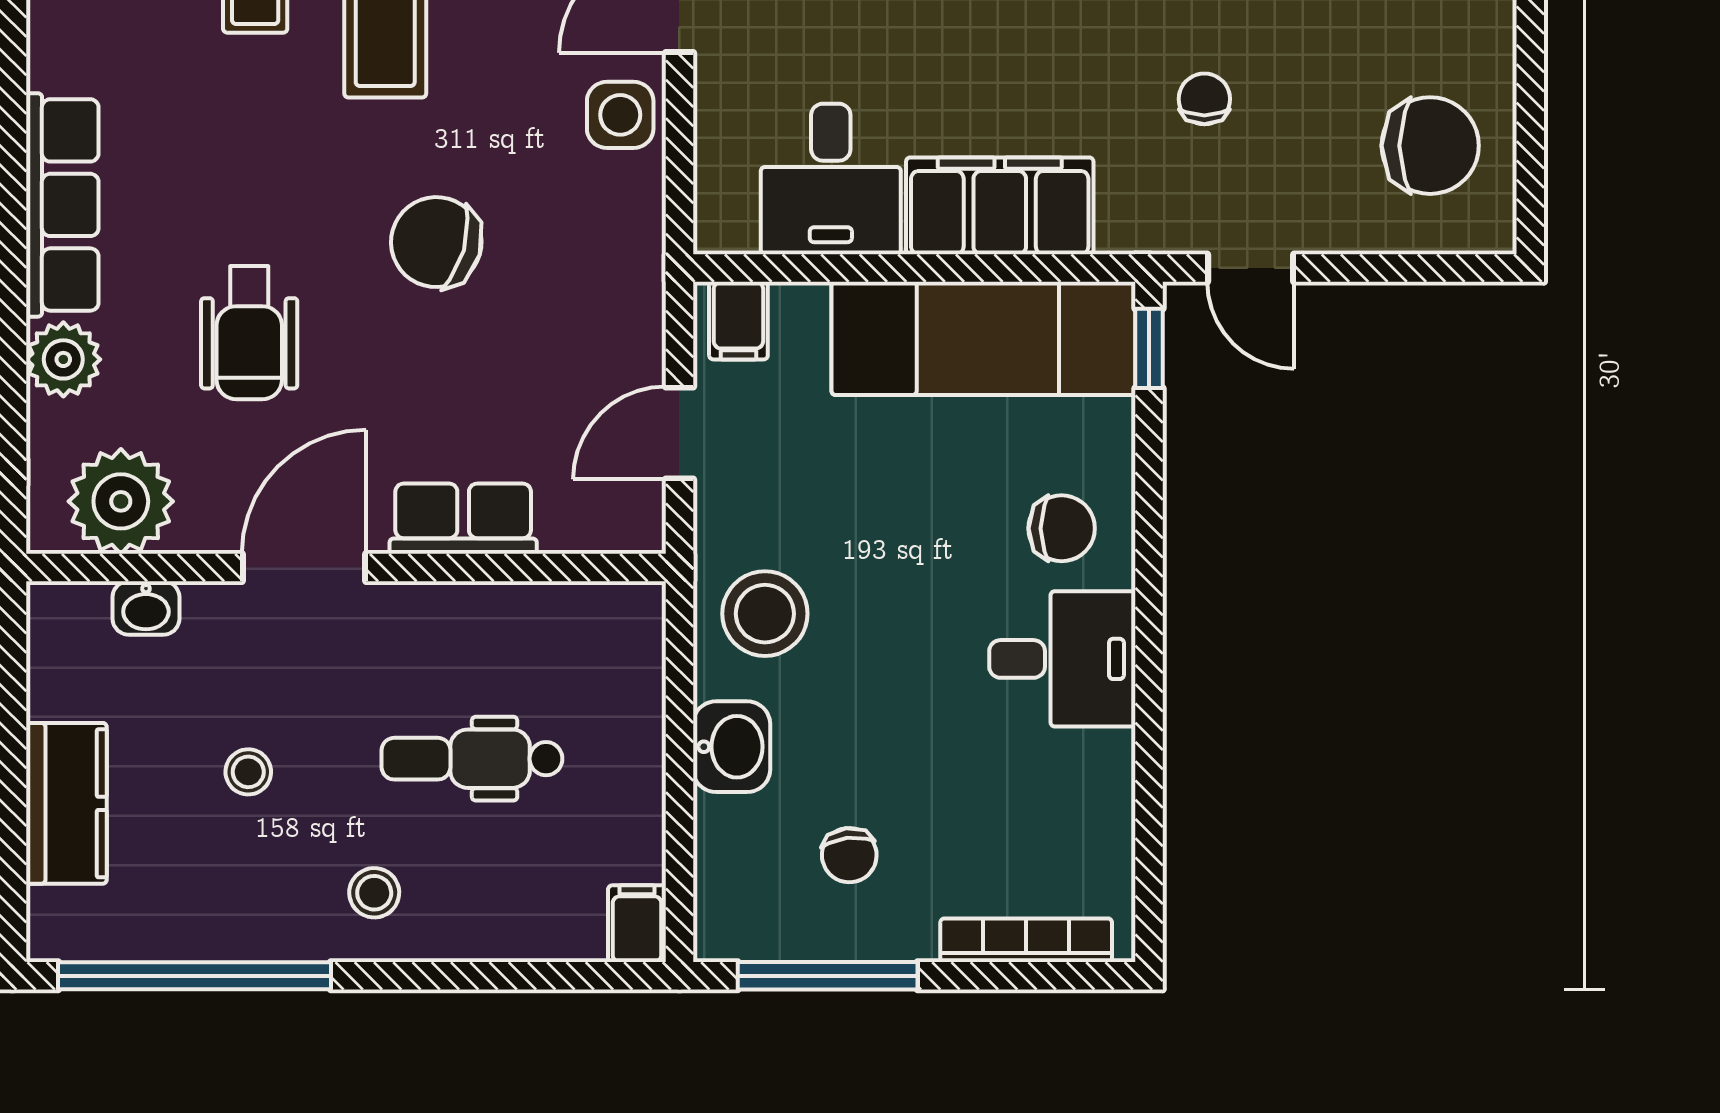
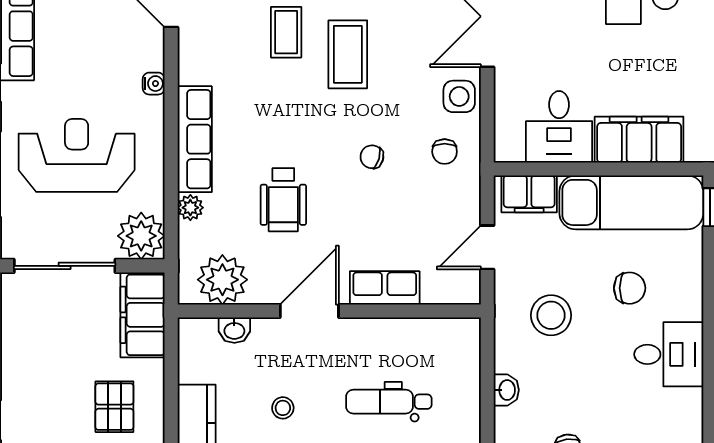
chair: (589, 231) -> (445, 152), added
chair: (436, 242) -> (372, 157), width x0.54, depth x0.54
filing cabinet: (738, 321) -> (529, 194), width x2.00
plant: (63, 359) -> (190, 208), width x0.73, depth x0.73
chair: (1062, 528) -> (630, 288), moved
stool: (765, 614) -> (551, 315), moved
washbasin: (732, 747) -> (506, 390), width x0.72, depth x0.69

